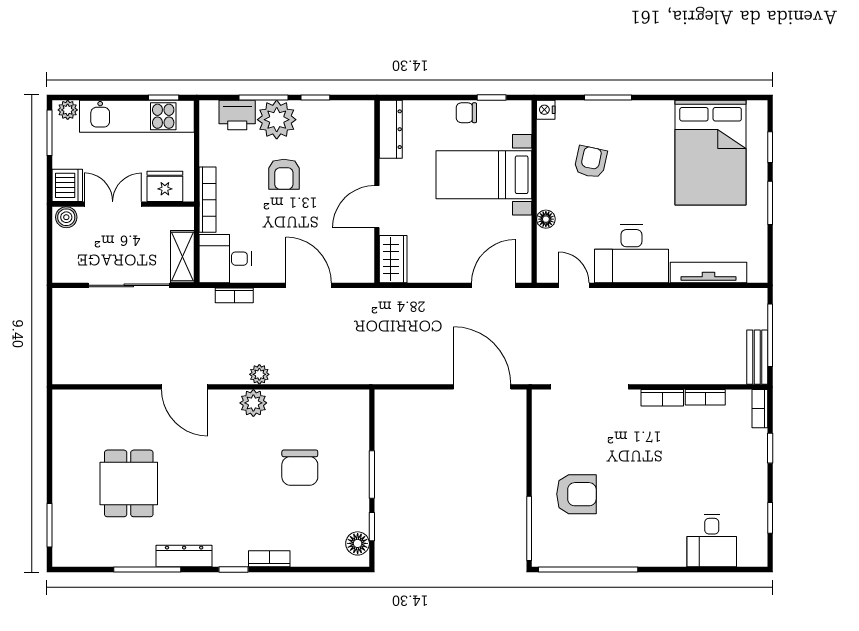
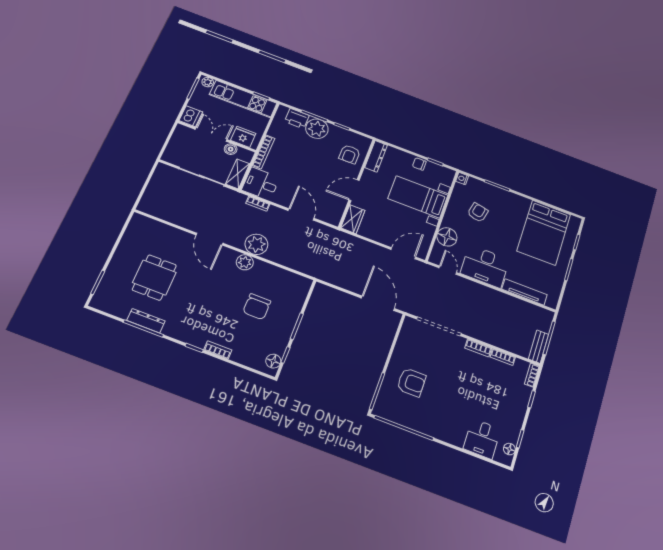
armchair: (284, 174) -> (349, 154), moved
boiler: (66, 217) -> (231, 149), moved
floor lamp: (546, 219) -> (447, 237), width x1.89, depth x1.89
plant: (259, 374) -> (256, 244), width x1.87, depth x1.87
floor lamp: (758, 540) -> (509, 449), added
dresser: (184, 556) -> (146, 321), moved

